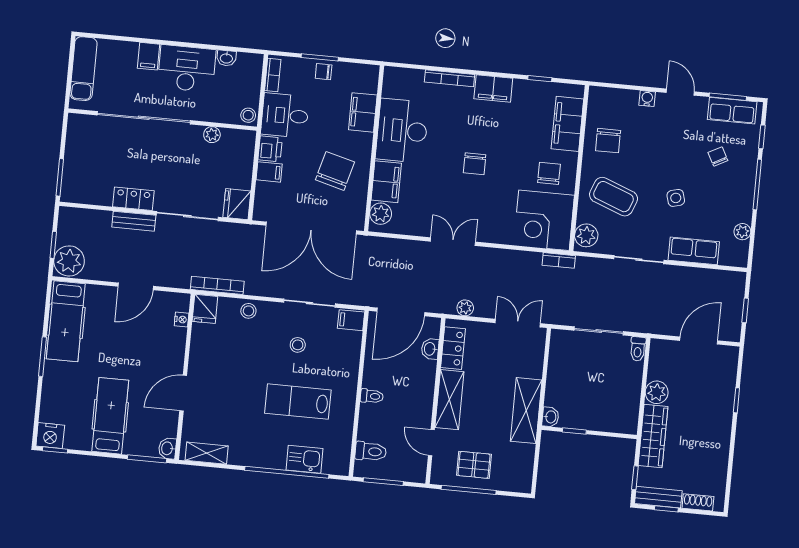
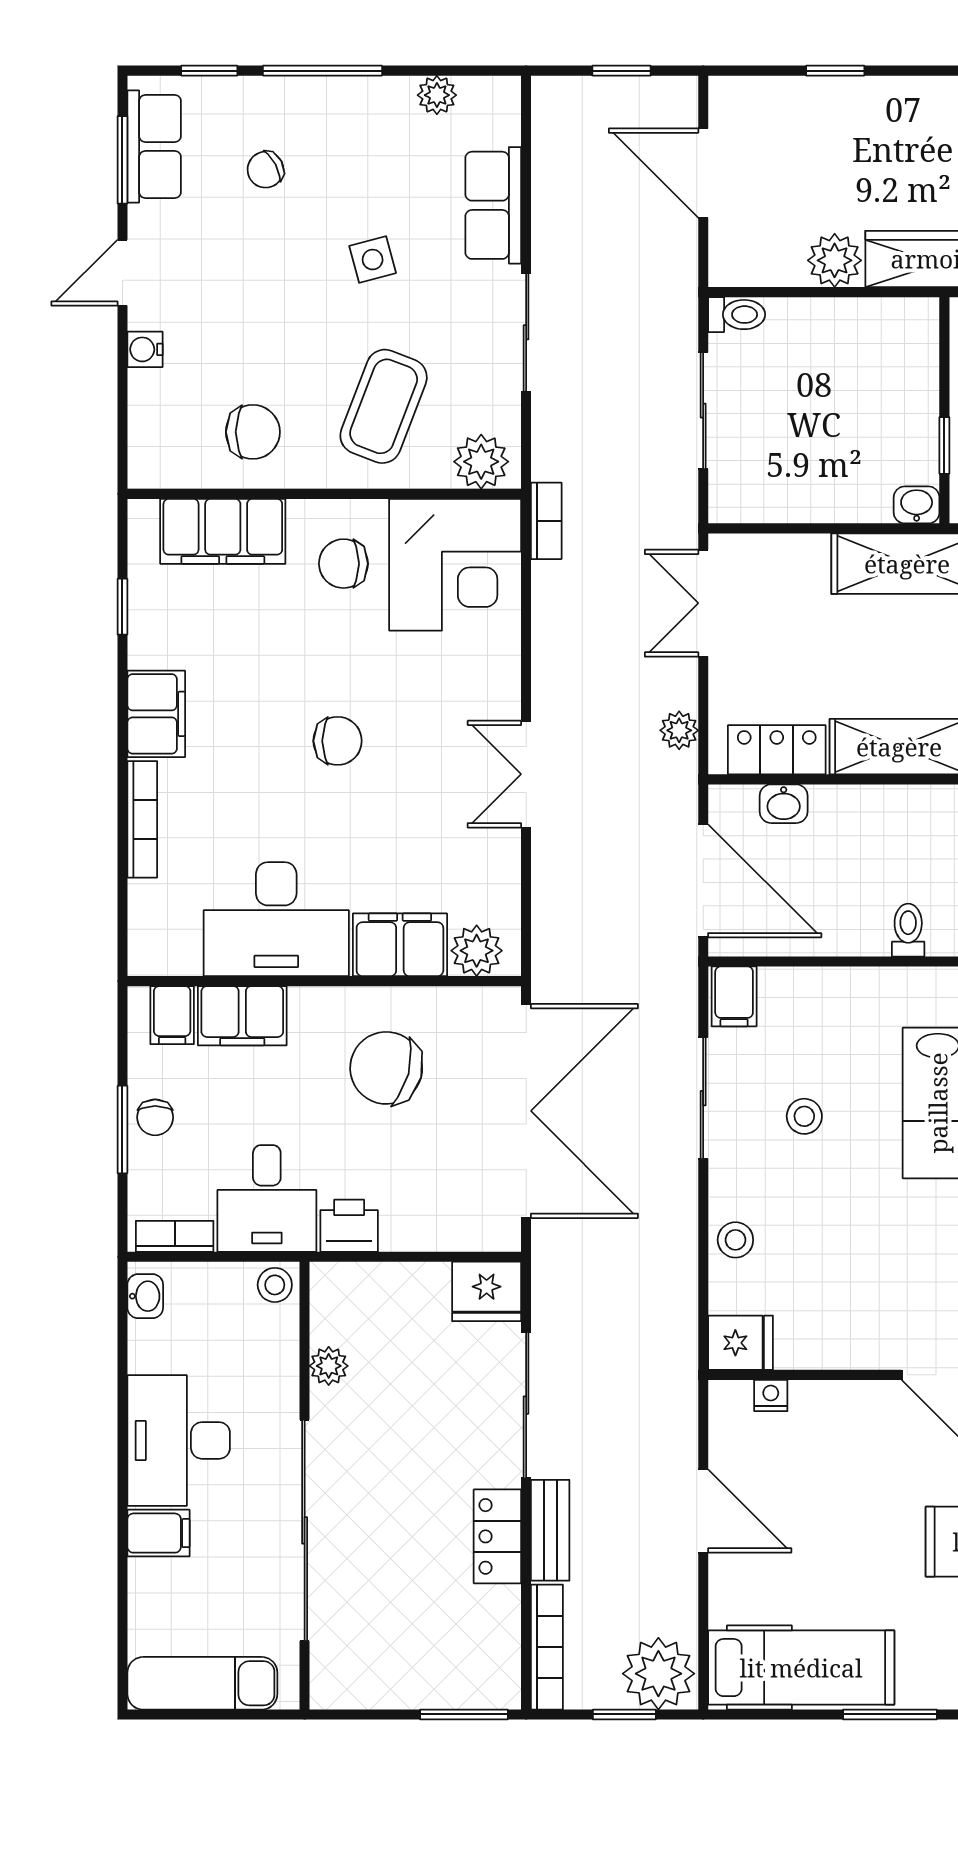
washbasin: (226, 58) -> (145, 1296), moved
filing cabinet: (269, 172) -> (172, 1015), moved, turned 180
bookcase: (217, 285) -> (547, 1647), moved, turned 180

